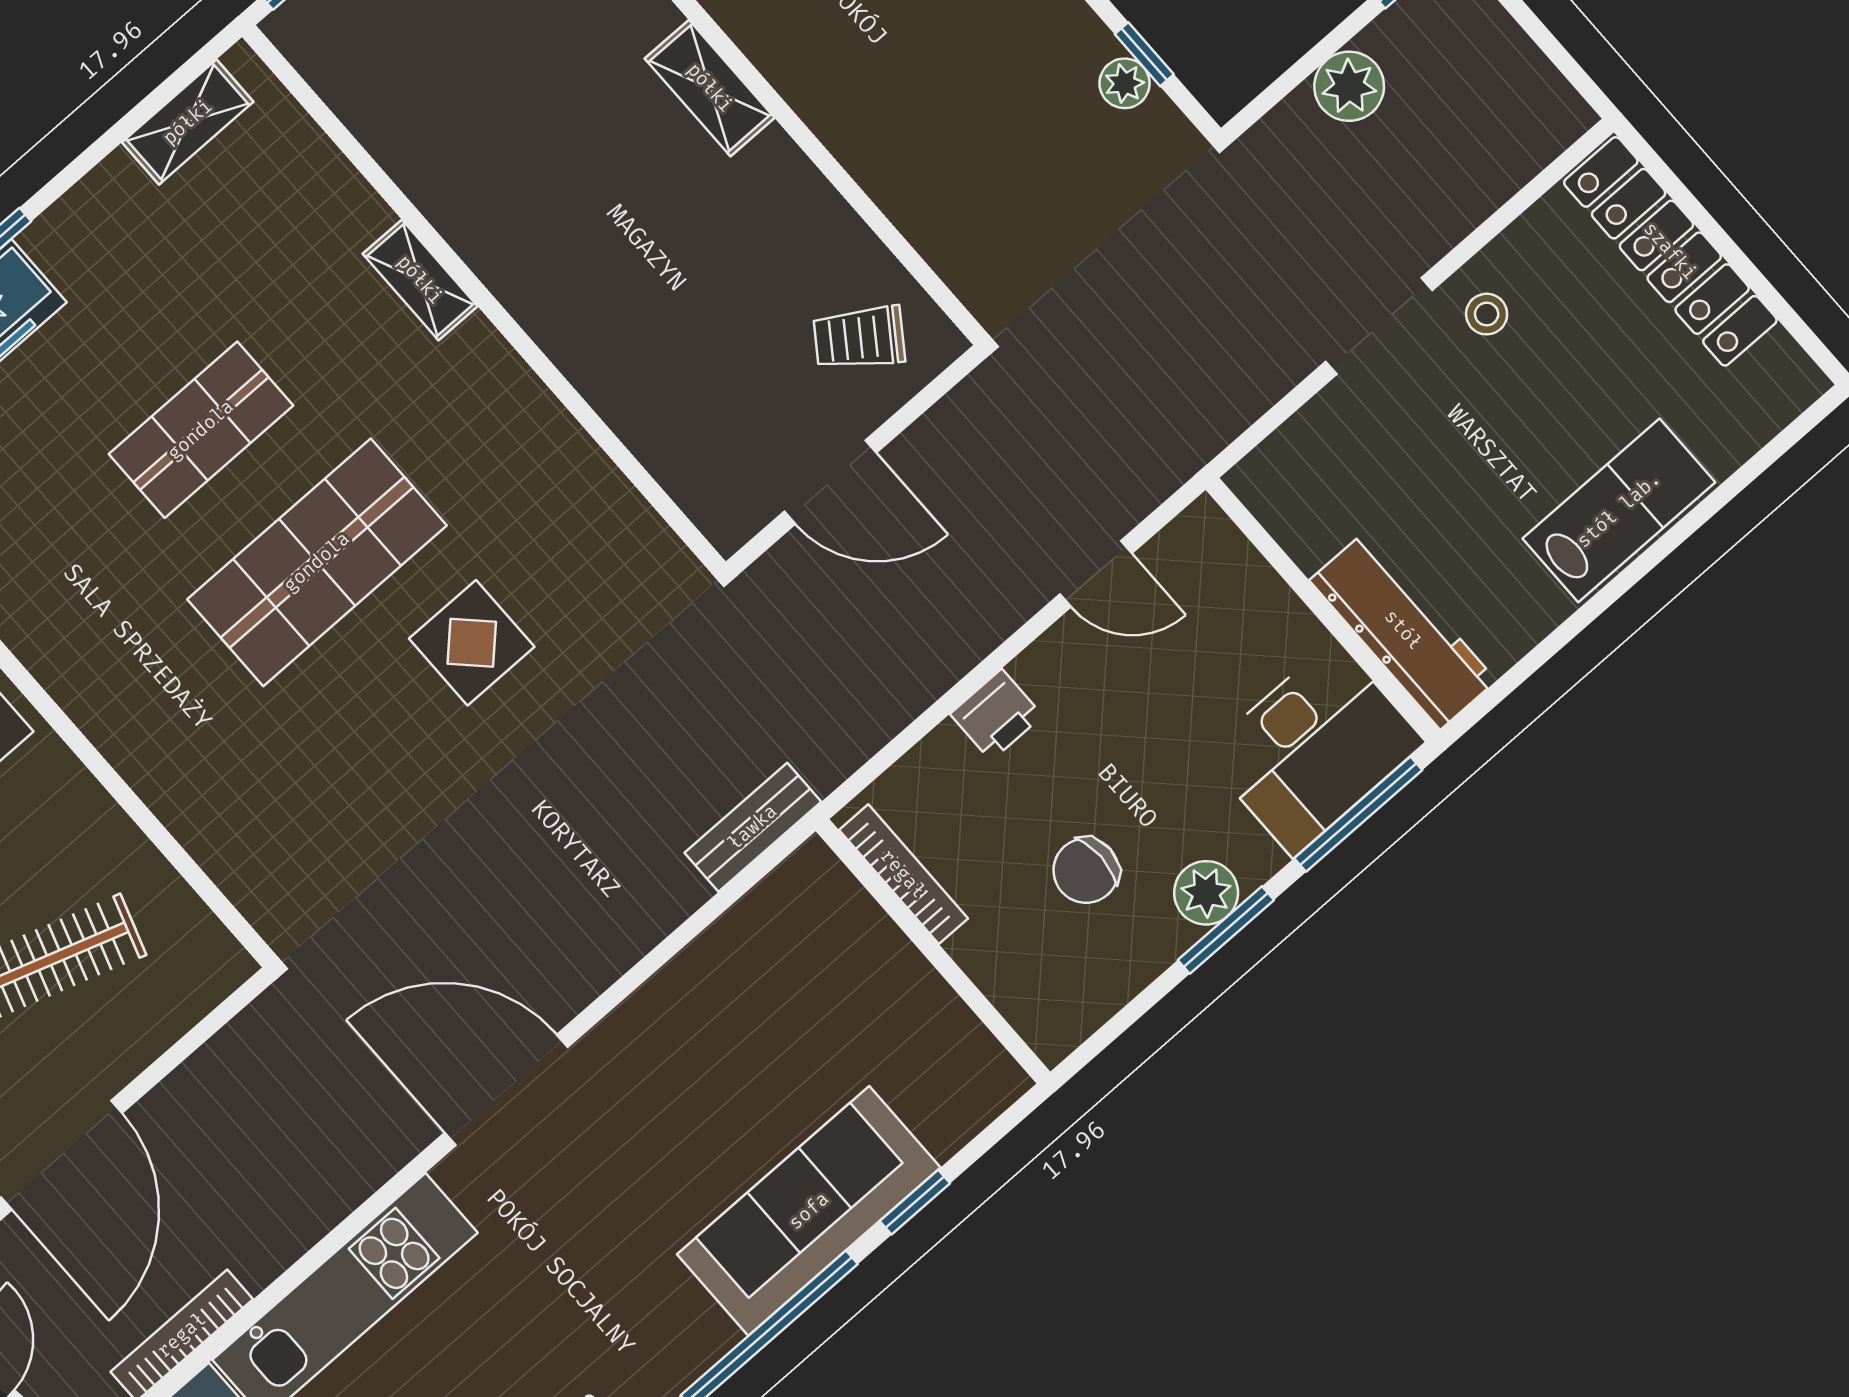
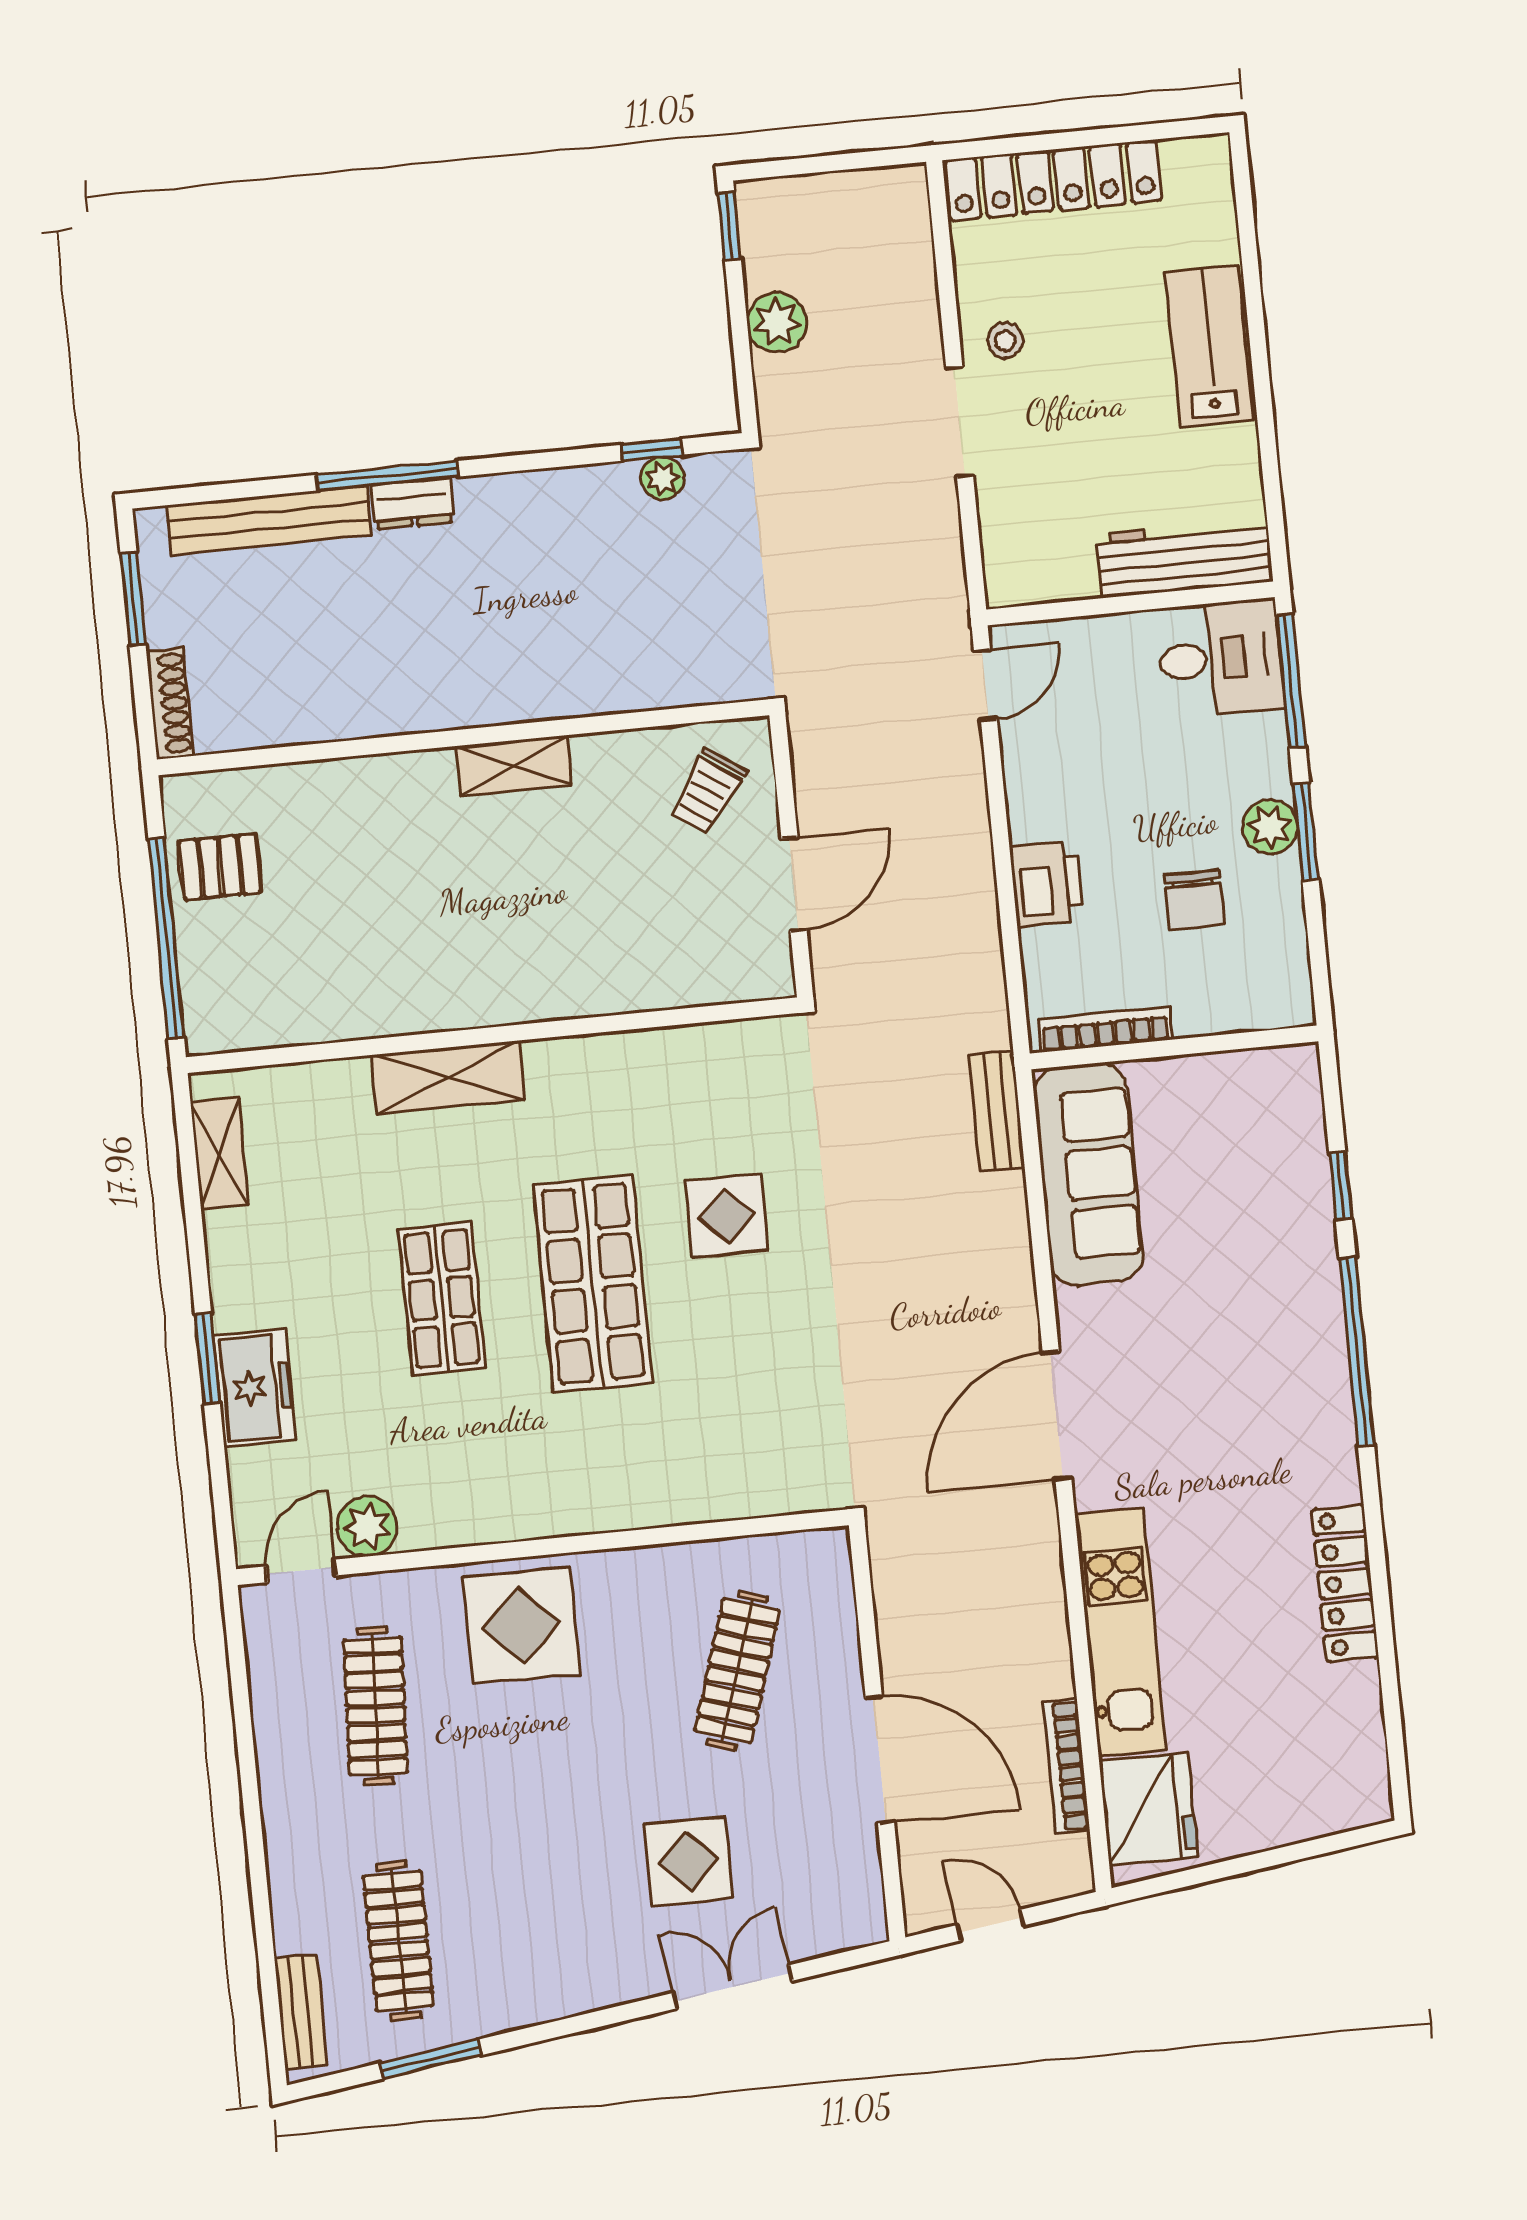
shelving: (710, 88) -> (514, 766), moved
shelving: (420, 280) -> (448, 1077), width x1.50, depth x1.33
door: (1096, 574) -> (985, 685), moved
printer: (996, 715) -> (1047, 884), width x1.36, depth x1.24
desk: (1314, 748) -> (1221, 658), width x0.73
sofa: (809, 1211) -> (1088, 1174), moved, turned 180

